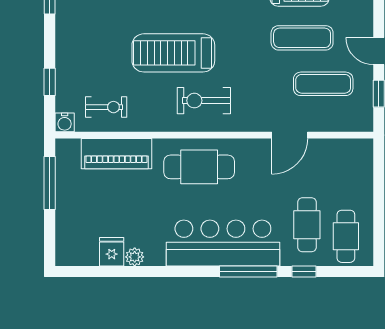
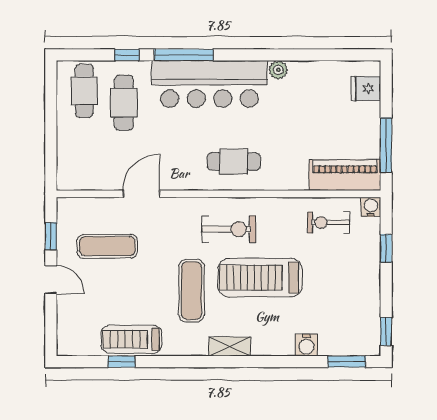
exercise mat: (302, 38) -> (191, 291), moved, turned 90
treadmill: (173, 53) -> (260, 278), turned 180
piano: (116, 154) -> (345, 175), moved
cafe table: (199, 167) -> (234, 161), width x0.73, depth x0.74
fridge: (112, 252) -> (366, 88), moved, turned 90
plant: (135, 257) -> (278, 70), moved

